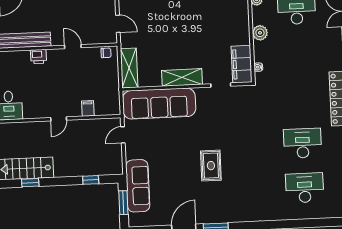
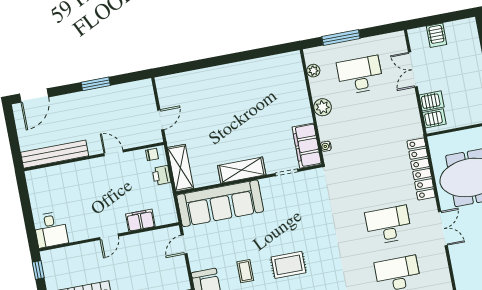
door: (118, 24) -> (161, 120), hinge flipped
printer: (39, 56) -> (161, 175), moved, turned 90
filing cabinet: (88, 108) -> (140, 220), width x2.00
coffee table: (173, 166) -> (245, 271), added
rug: (211, 166) -> (288, 265), turned 90

